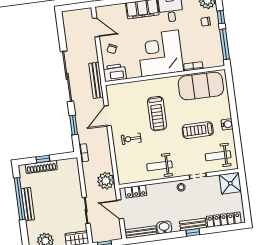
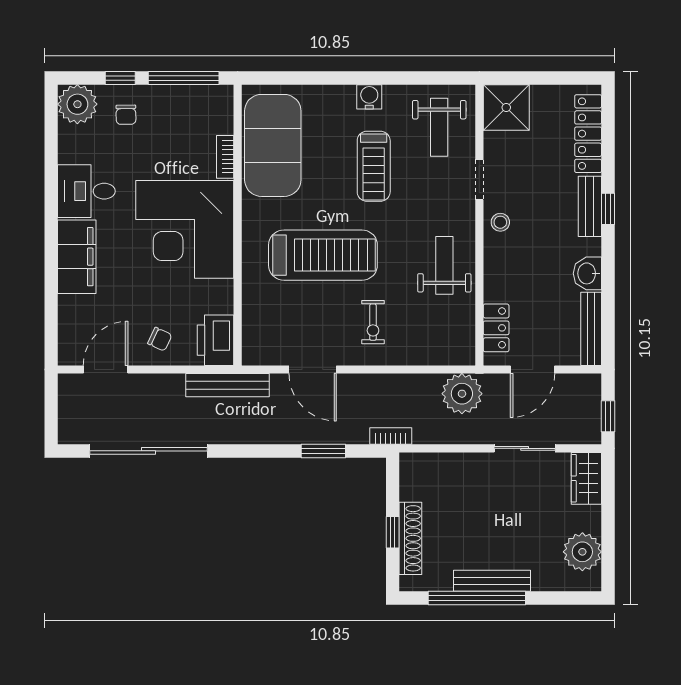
sliding door: (67, 76) -> (148, 451), moved
treadmill: (157, 114) -> (323, 255), width x1.37, depth x1.38
weight bench: (160, 166) -> (444, 265), turned 180

